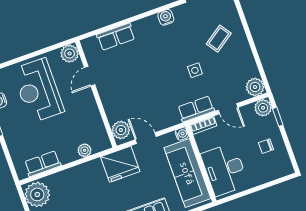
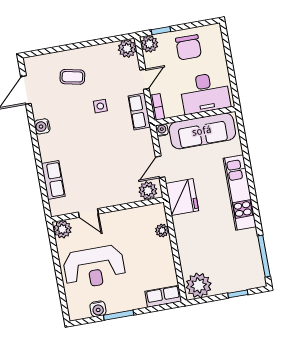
coffee table: (219, 39) -> (72, 77), turned -43
chair: (266, 146) -> (188, 47), width x1.87, depth x1.87
row of seats: (43, 164) -> (163, 296), moved, turned 90

